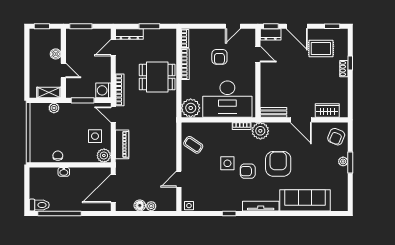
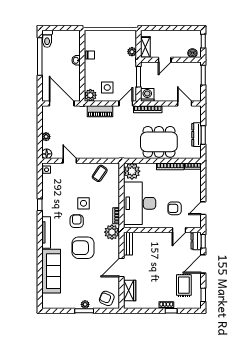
door: (233, 26) -> (203, 208), hinge flipped
dresser: (129, 34) -> (197, 135), moved
boiler: (56, 54) -> (192, 53), moved
armchair: (219, 57) -> (175, 208), moved
dining table: (157, 77) -> (159, 142), width x1.38
armchair: (278, 164) -> (83, 248), turned 180
floor lamp: (140, 205) -> (47, 154), moved

